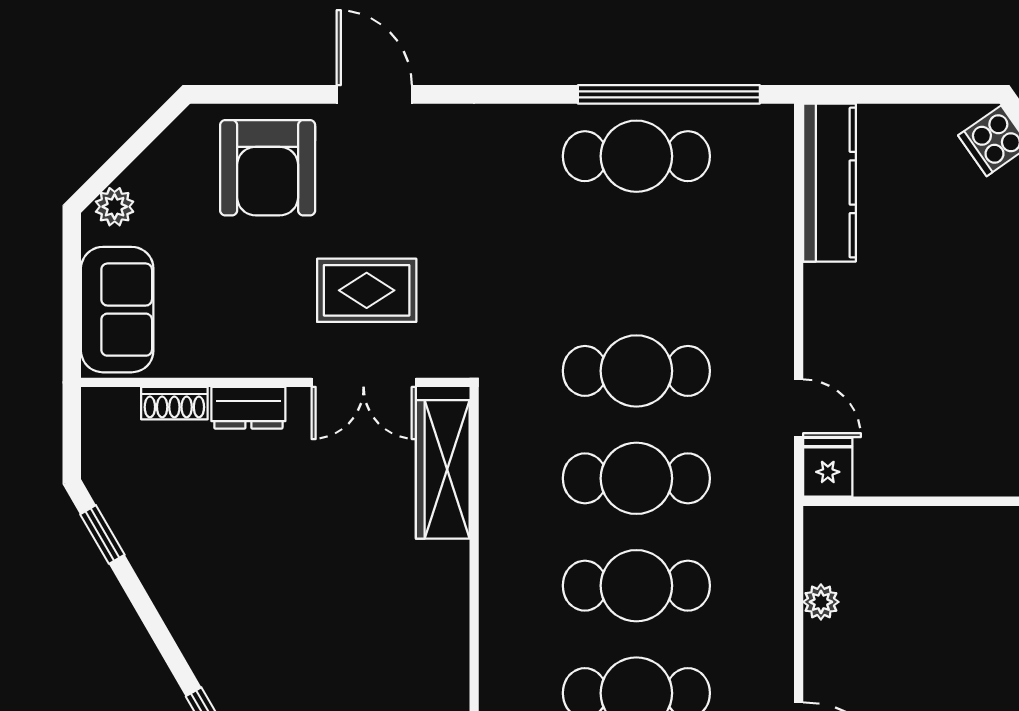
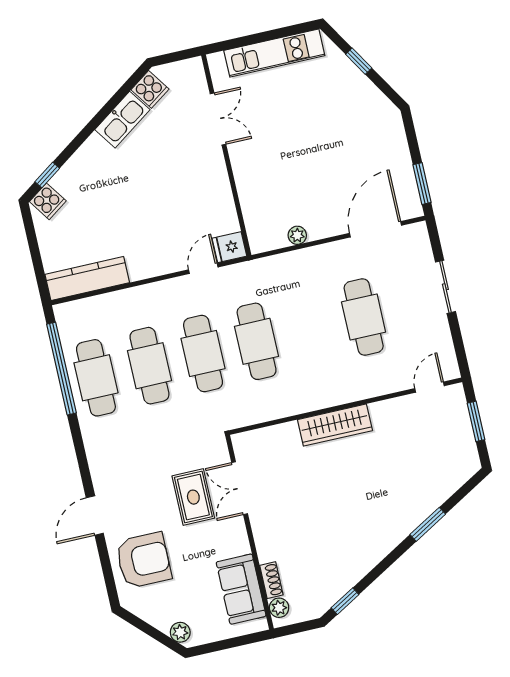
sofa: (117, 310) -> (241, 589), moved, turned -90
double door: (364, 382) -> (240, 488), swing flipped
plant: (118, 406) -> (279, 608), added
dresser: (248, 408) -> (265, 543), removed
wardrobe: (443, 469) -> (335, 425), moved
cafe table: (636, 586) -> (149, 366), moved

